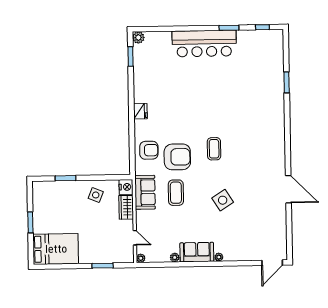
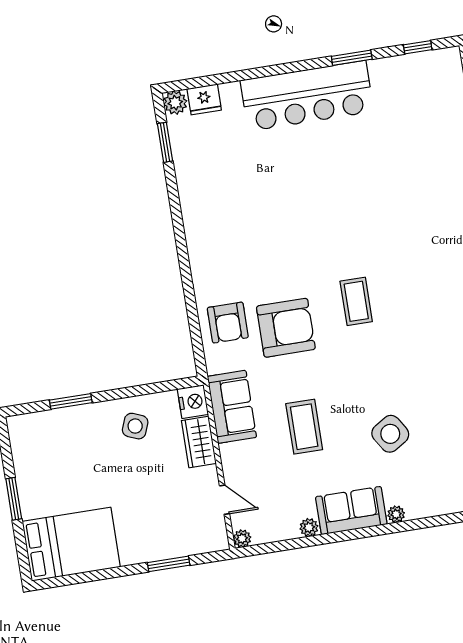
fridge: (140, 111) -> (204, 99), moved, turned 90
armchair: (149, 150) -> (228, 323), turned 90
coffee table: (176, 193) -> (304, 427), moved
side table: (223, 200) -> (390, 434), moved

